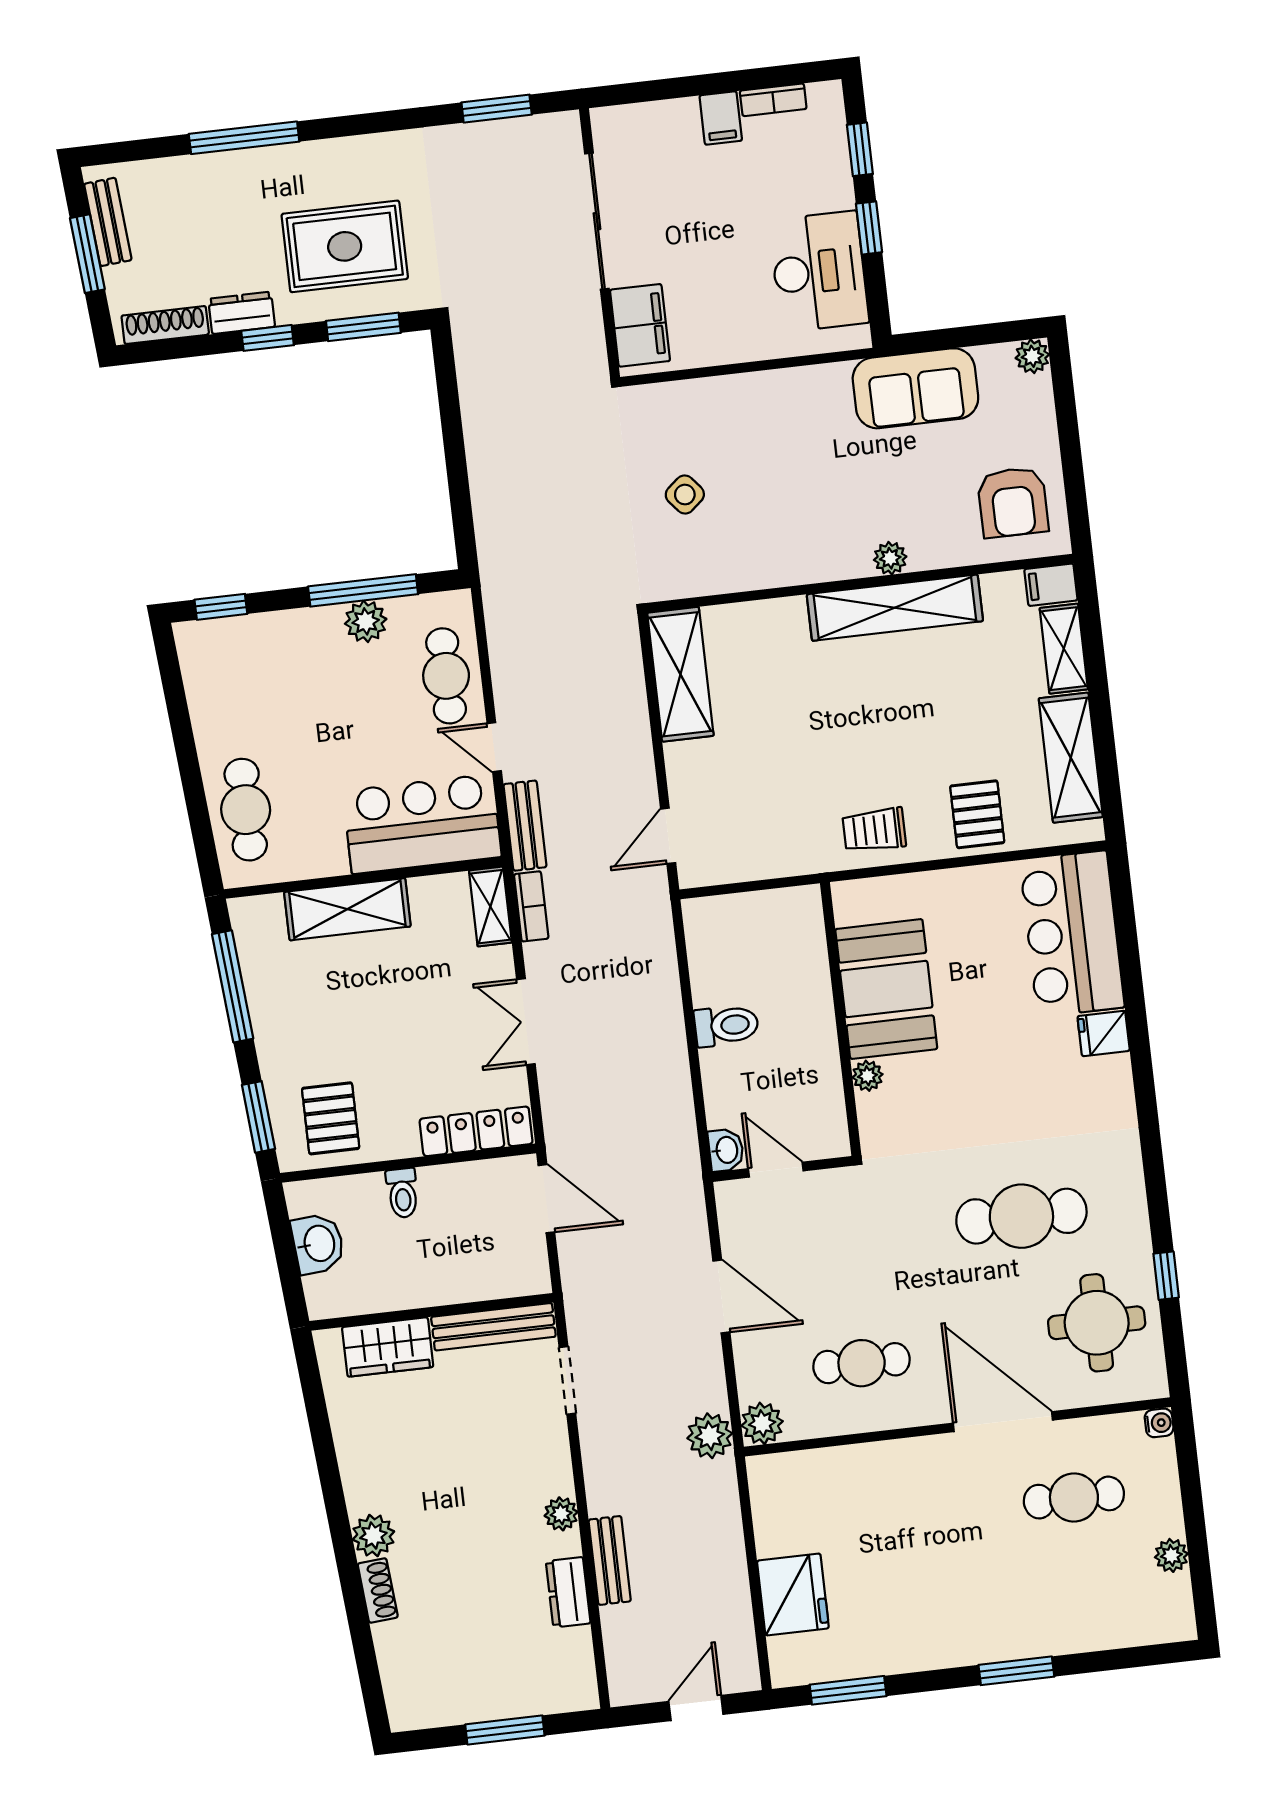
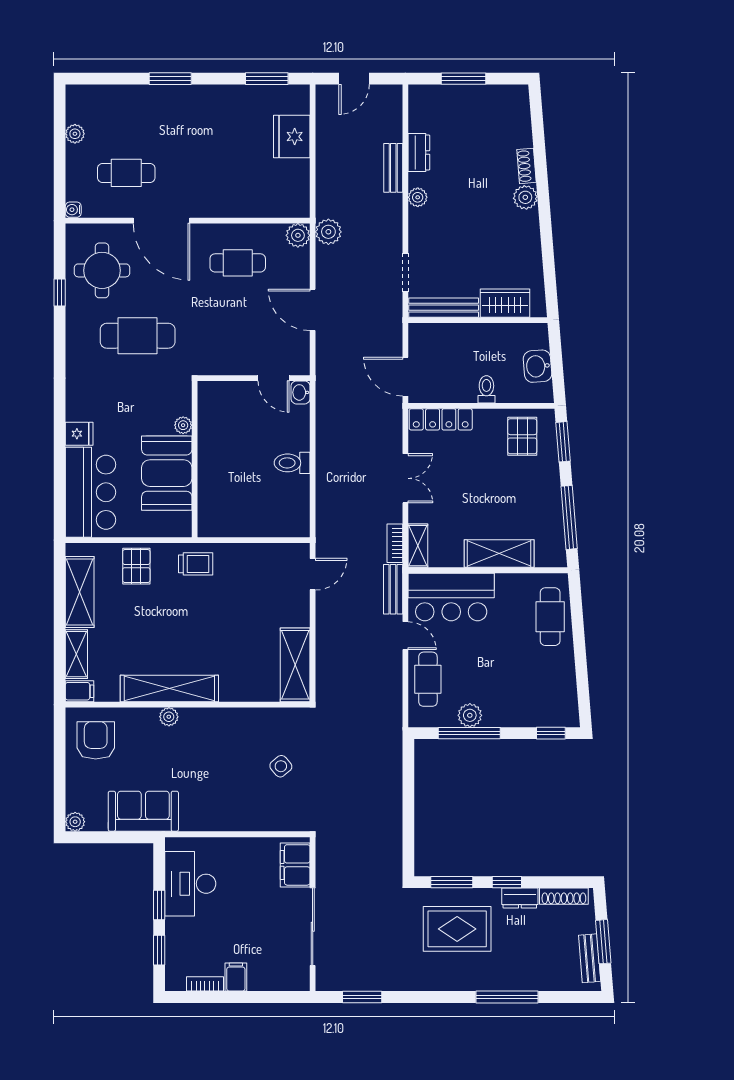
booth: (886, 989) -> (167, 473), moved
wall: (841, 1019) -> (195, 459), moved
plant: (868, 1076) -> (183, 425), moved

